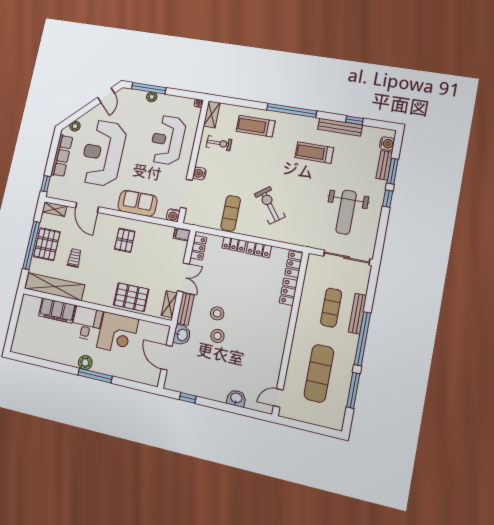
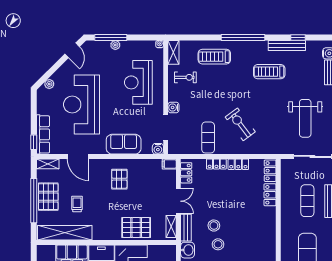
row of seats: (62, 156) -> (43, 134), moved

